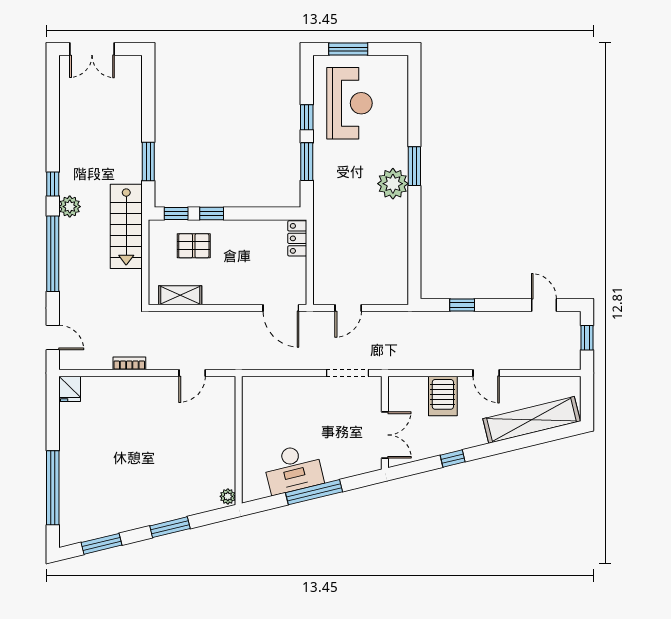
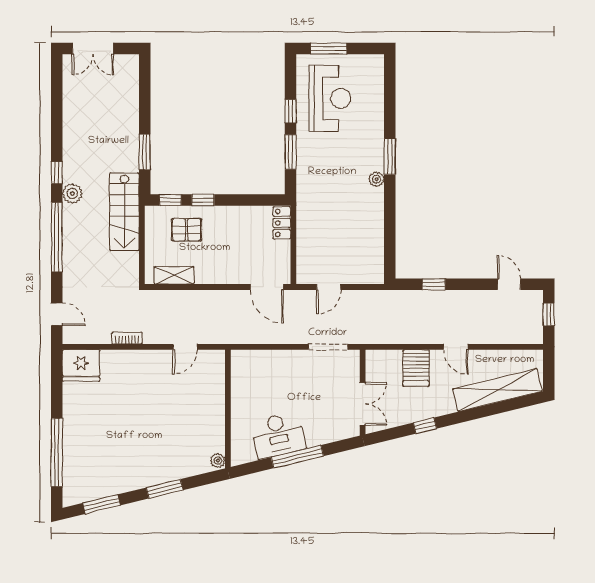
plant: (393, 184) -> (376, 179), width x0.53, depth x0.53
fridge: (70, 389) -> (81, 365), width x1.88, depth x1.34

